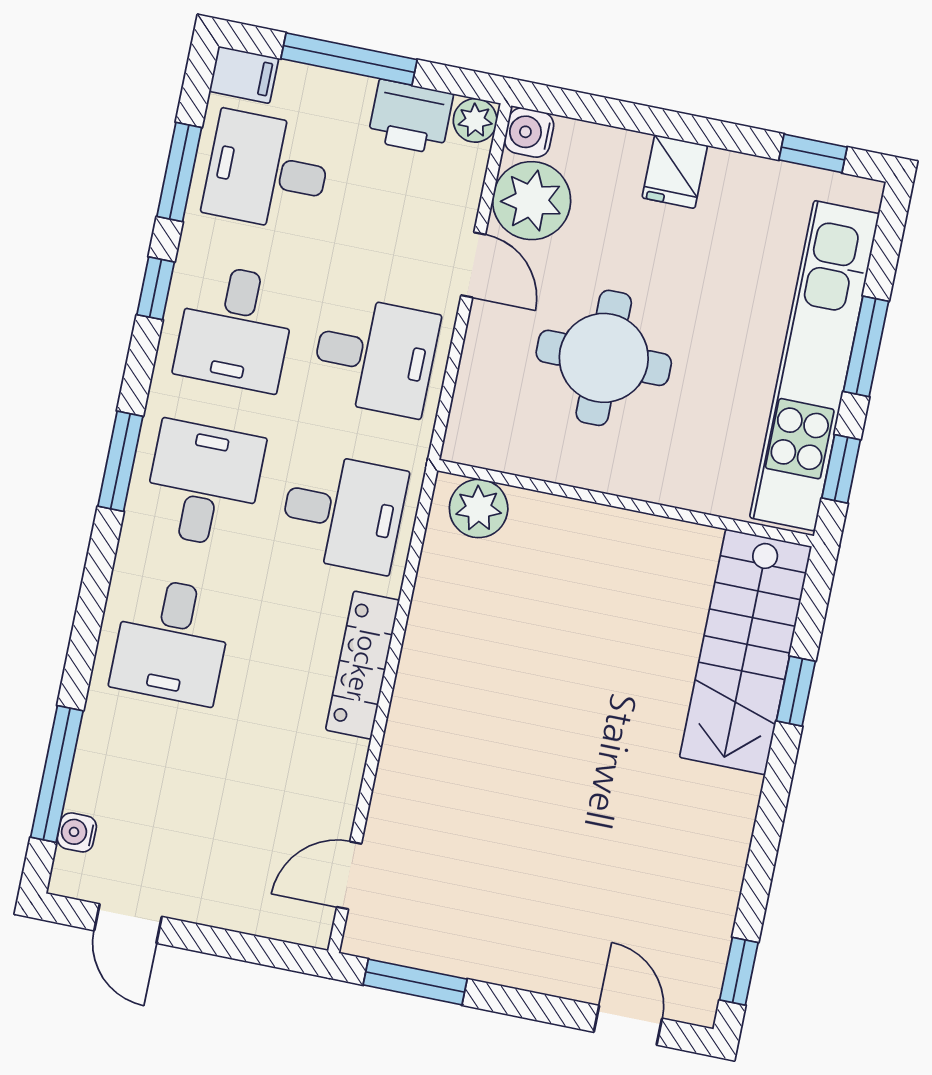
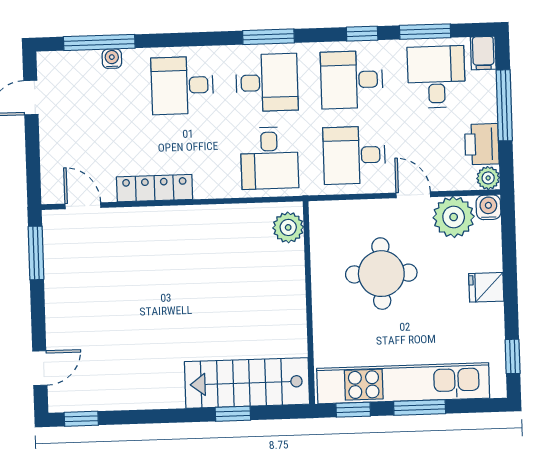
door: (473, 265) -> (413, 195), swing flipped
desk: (375, 356) -> (354, 155), turned 90
locker: (363, 665) -> (155, 188), moved
water cooler: (77, 832) -> (112, 59), moved

